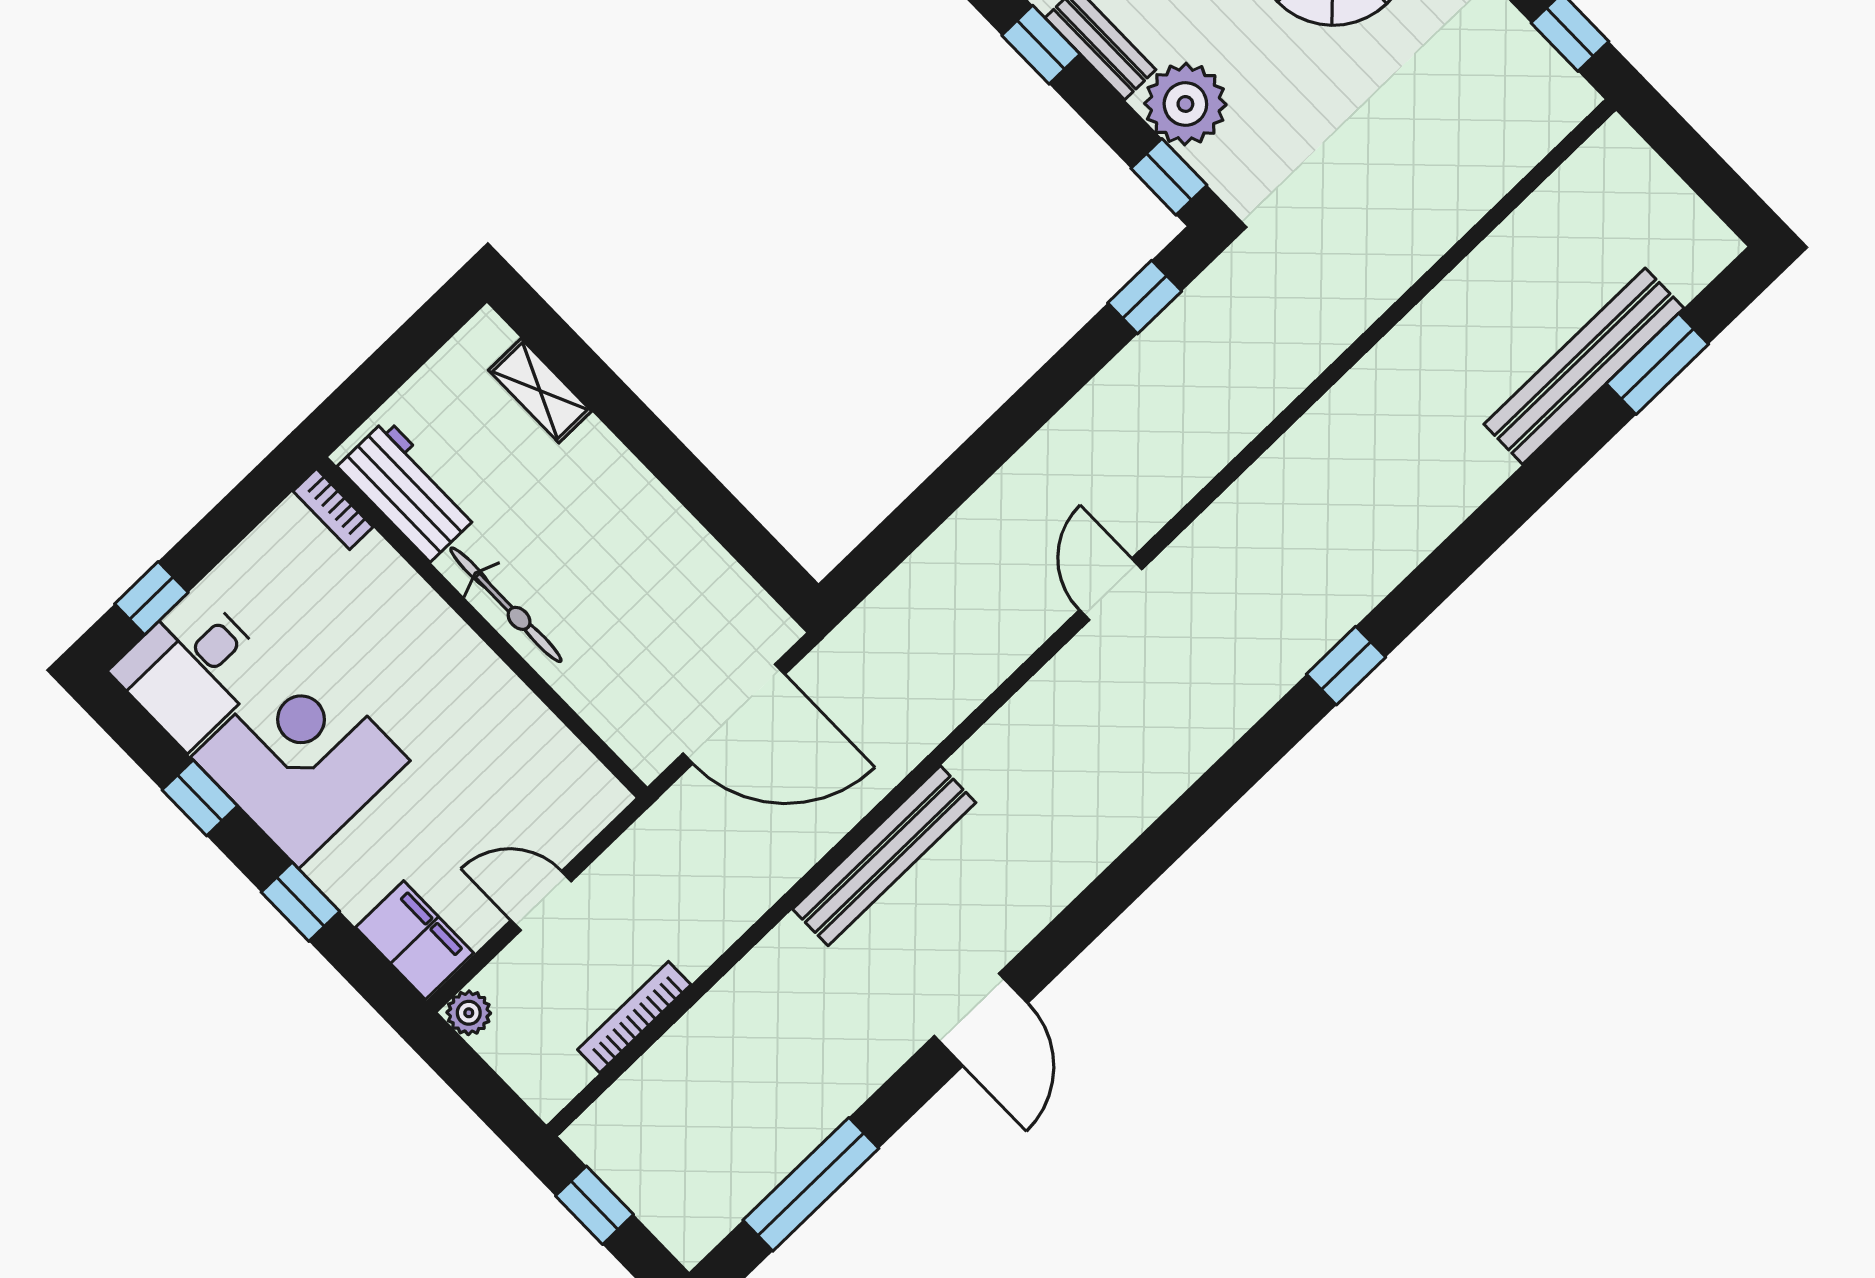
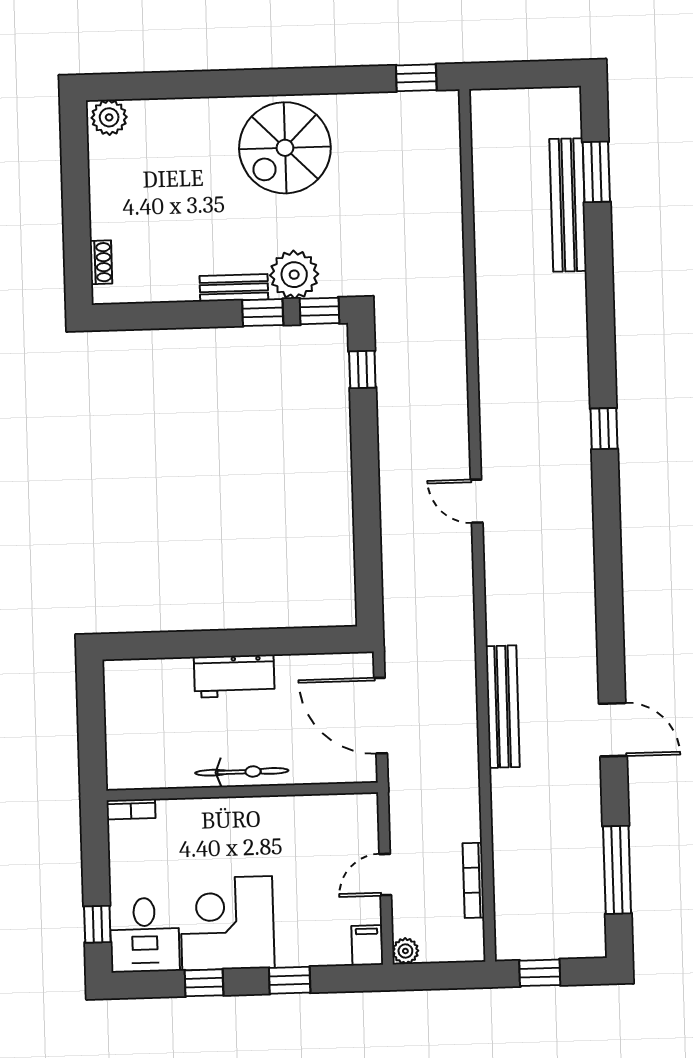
window: (1041, 45) -> (263, 313), moved
shelving: (540, 391) -> (162, 671), removed
workbench: (408, 490) -> (234, 676), moved, turned 180
door: (734, 714) -> (381, 716), swing flipped
filing cabinet: (414, 940) -> (367, 945), width x0.50

